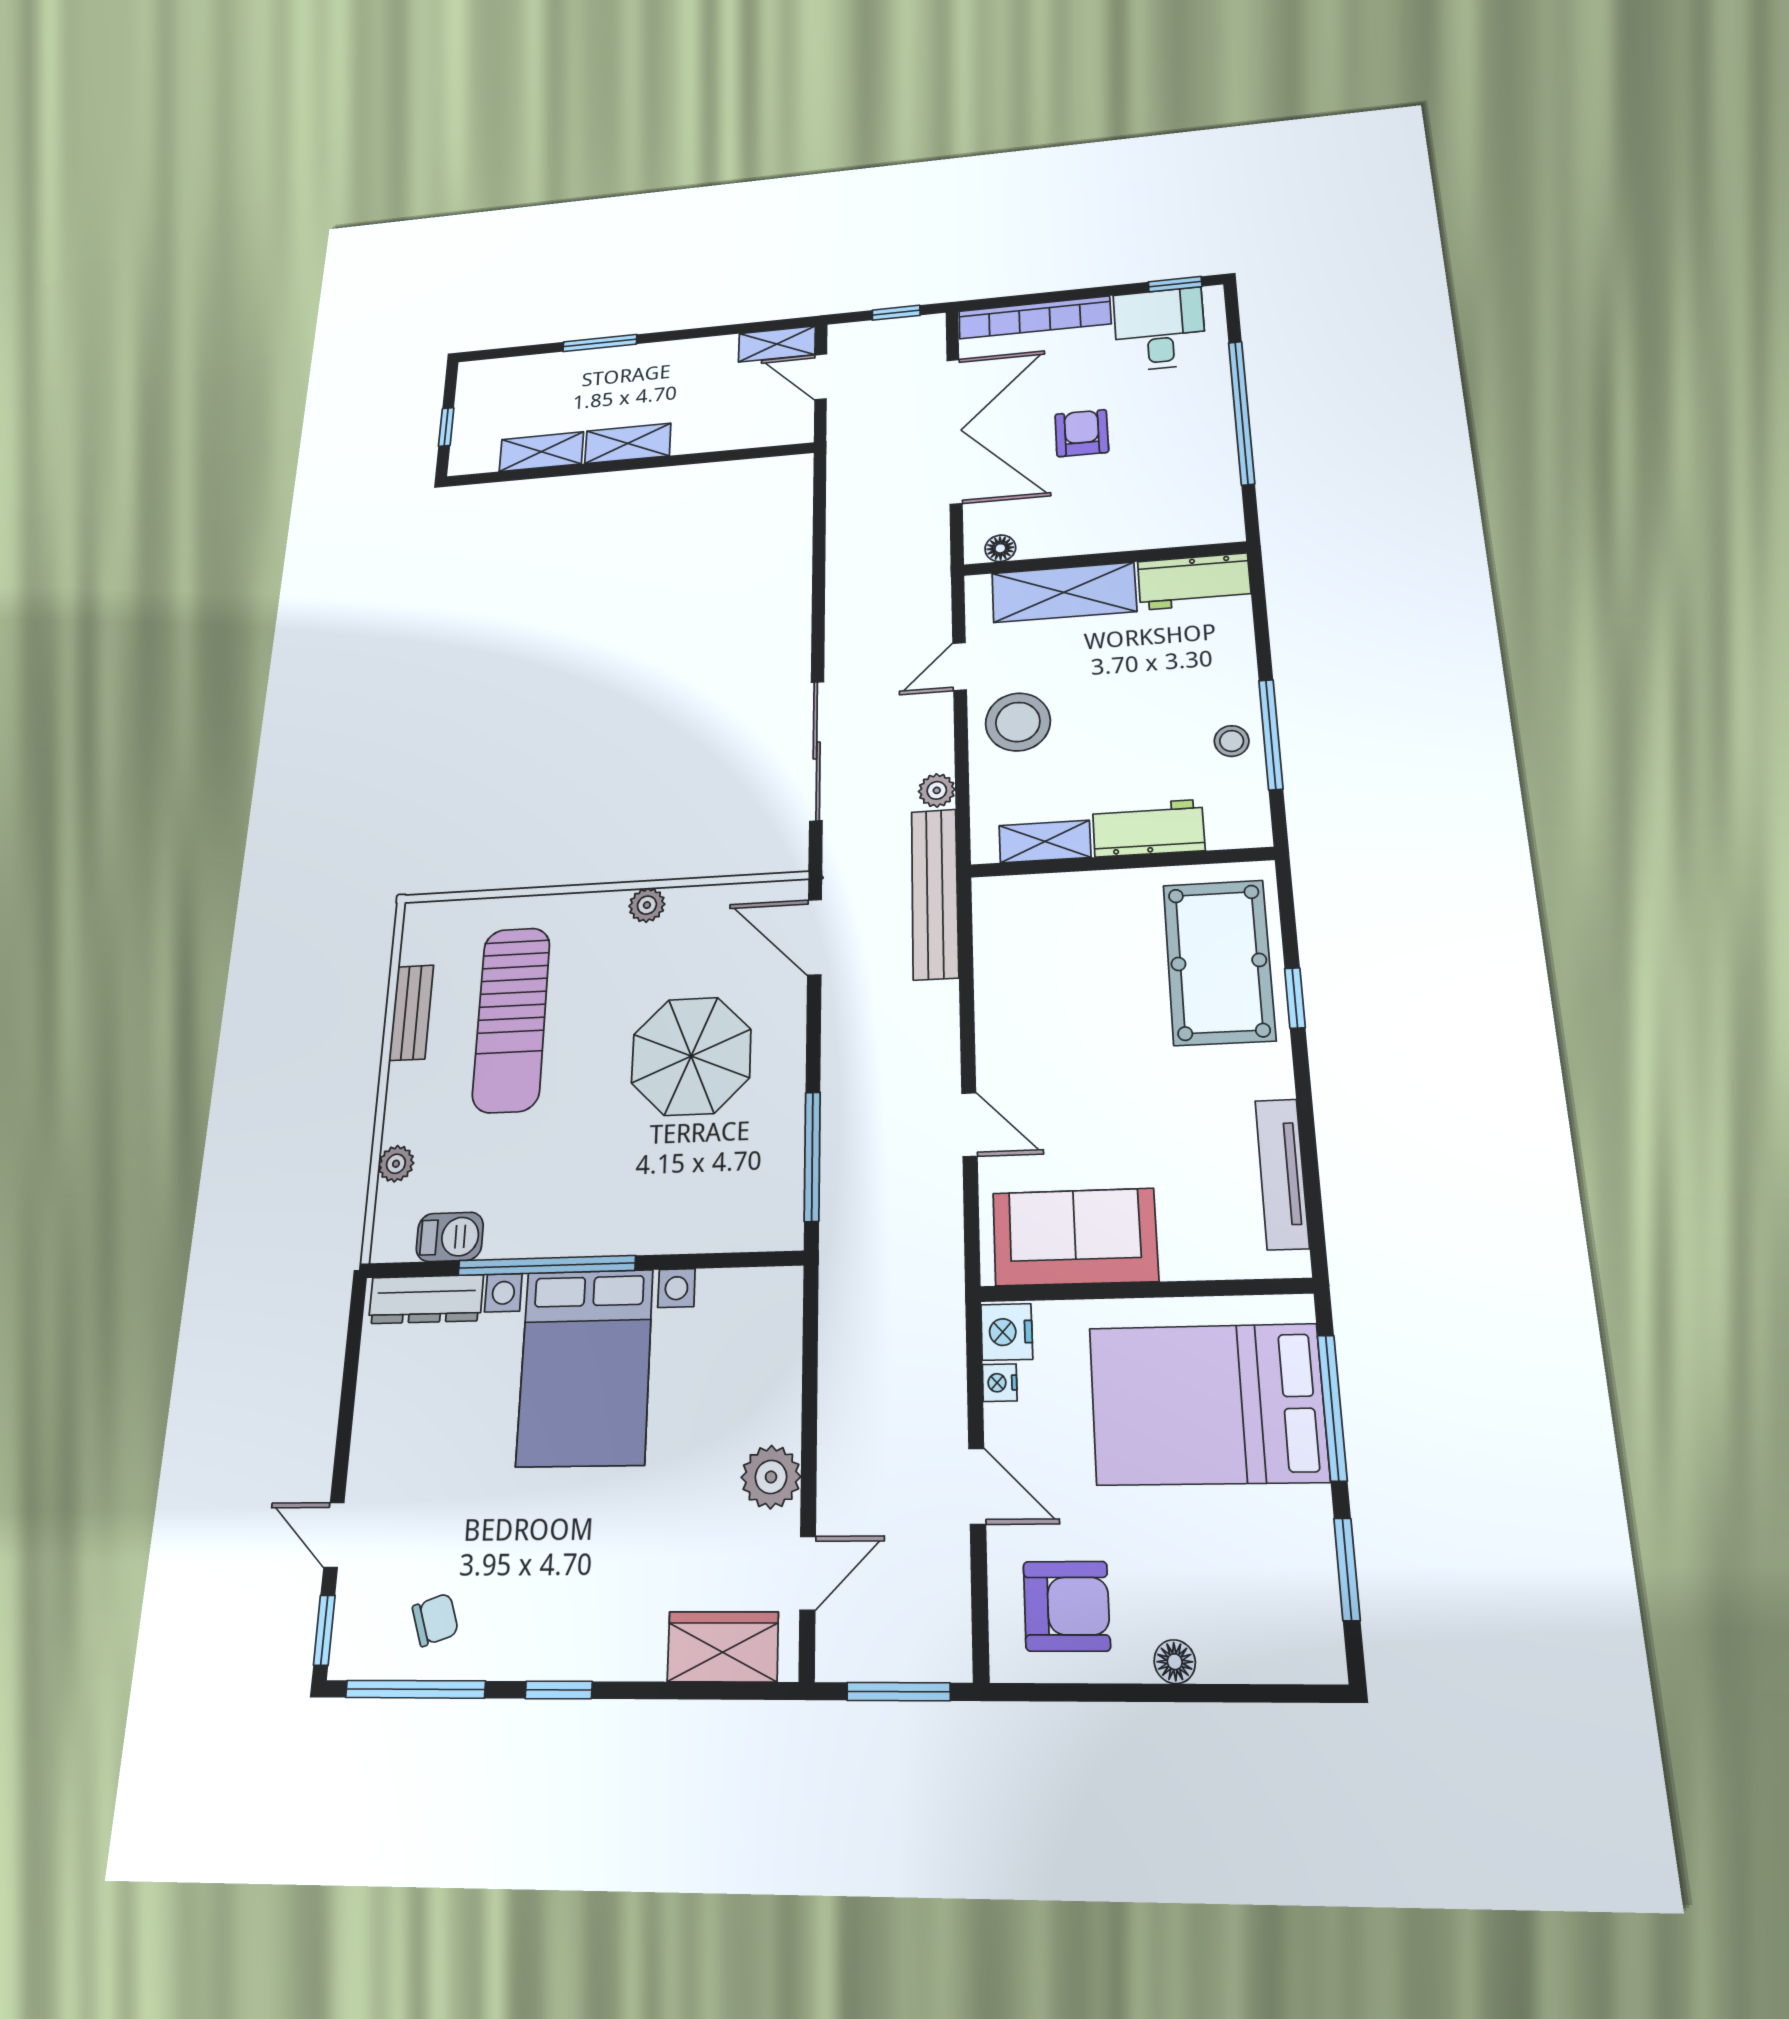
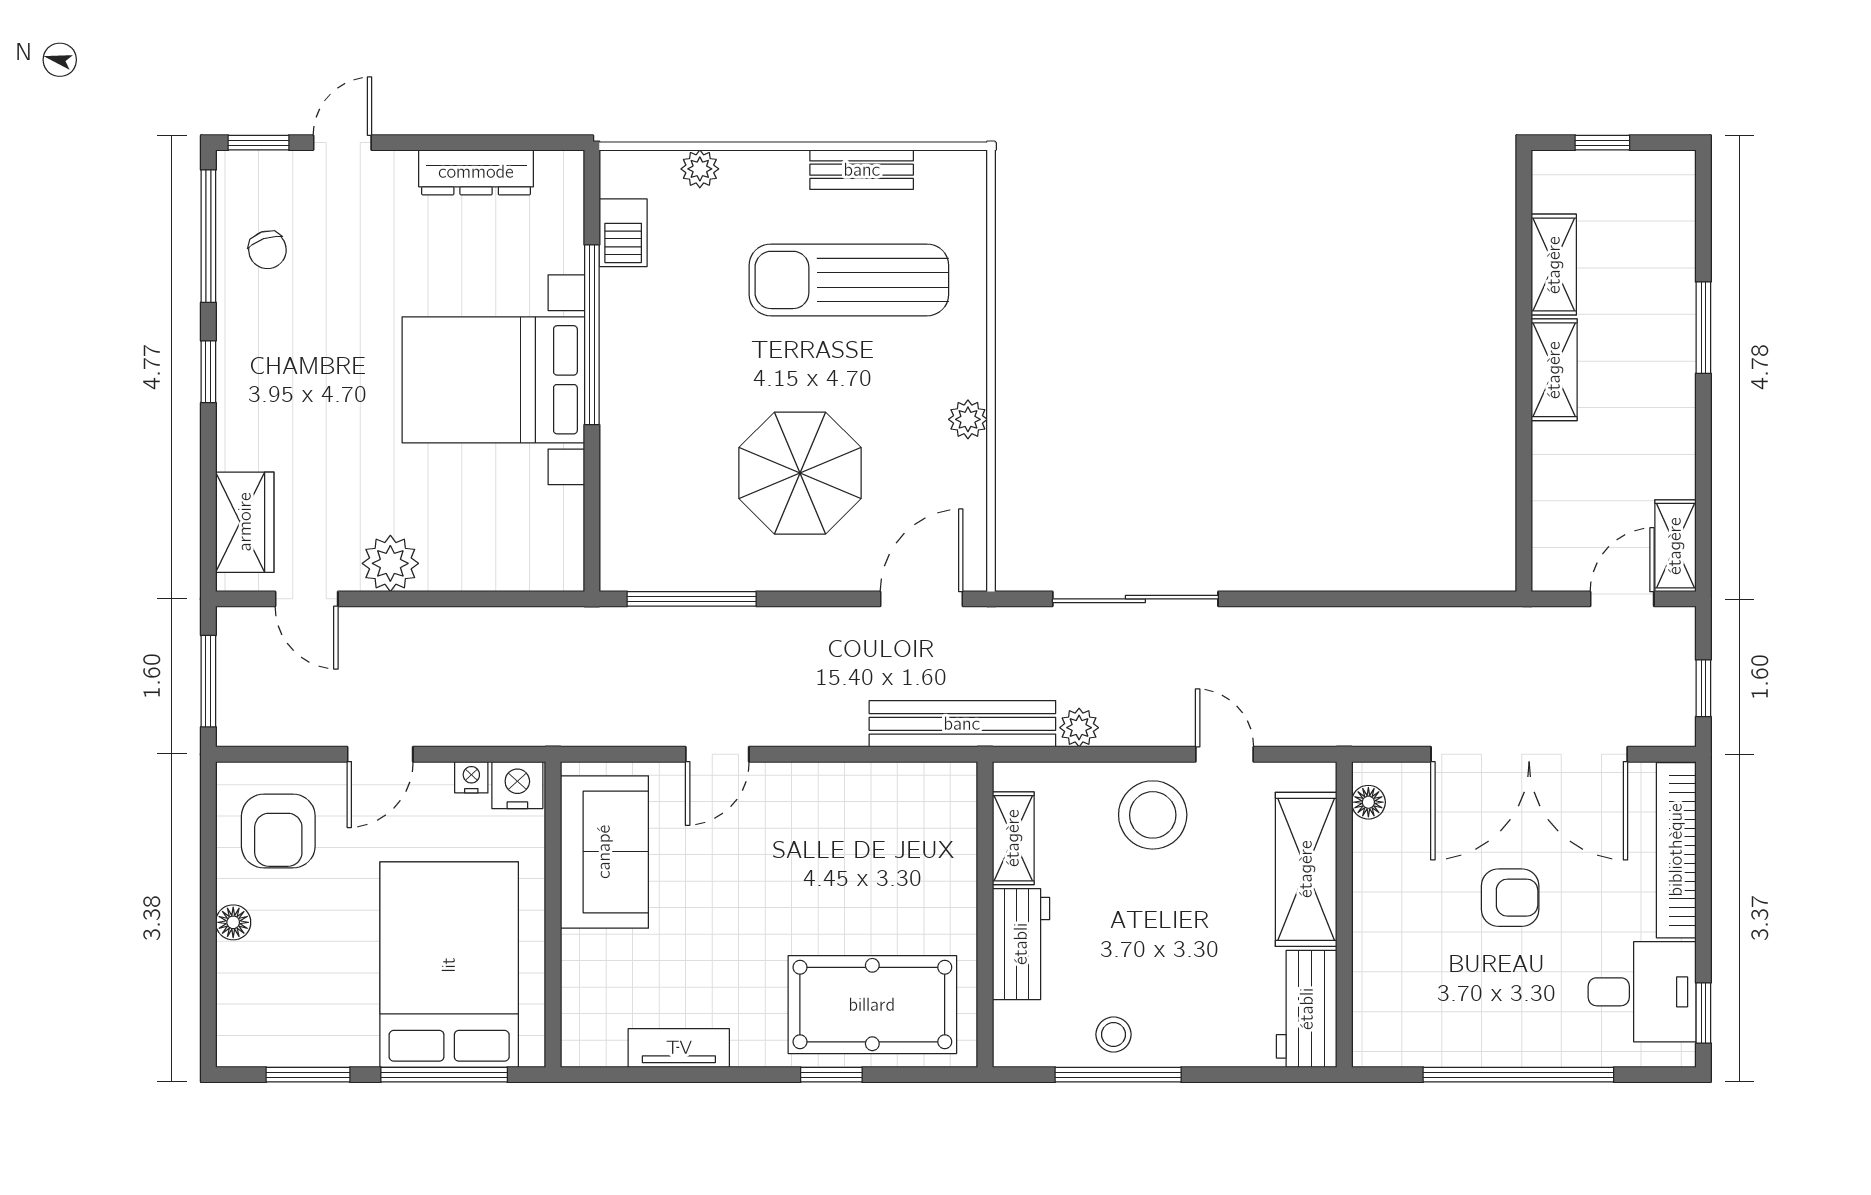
tv unit: (1282, 1174) -> (679, 1048), width x0.71
dresser: (426, 1299) -> (476, 172), moved, turned -90

